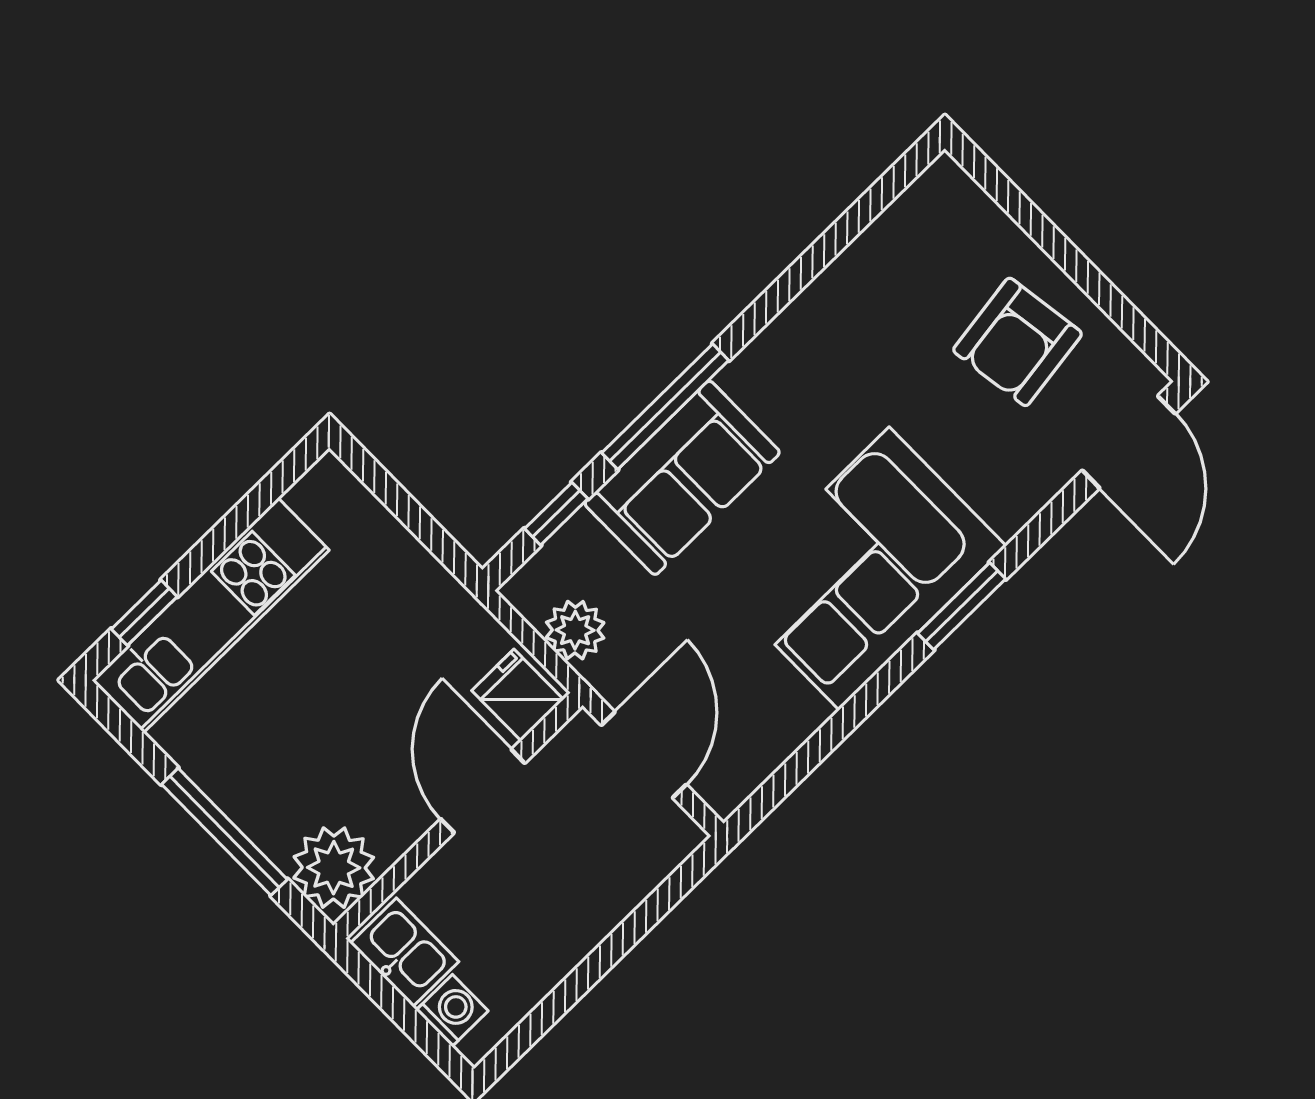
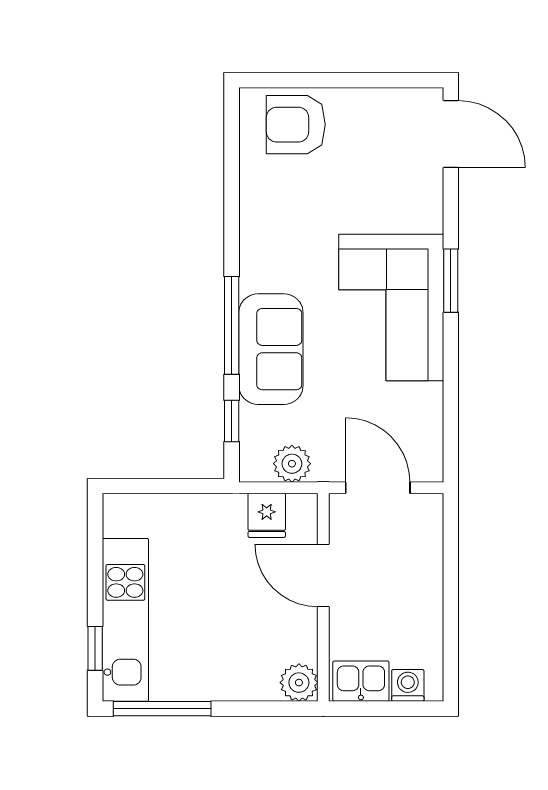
armchair: (1018, 342) -> (296, 125), moved, turned 98
fridge: (518, 695) -> (267, 515), moved, turned -90
window: (224, 832) -> (162, 709), moved
plant: (334, 868) -> (299, 683), width x0.73, depth x0.73

